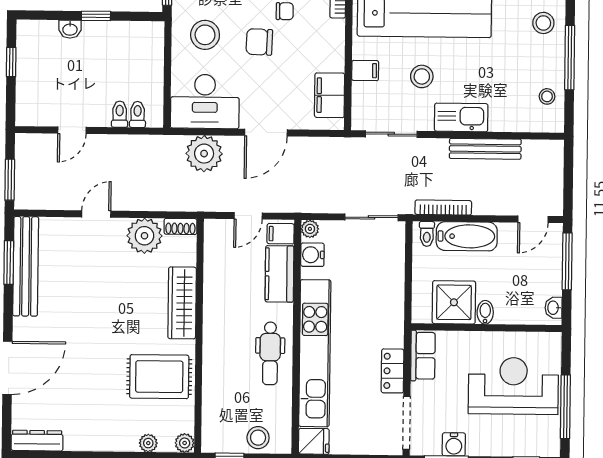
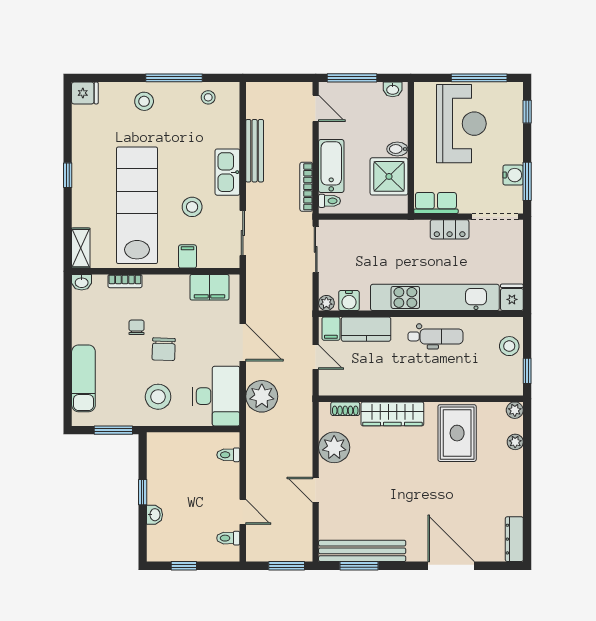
toilet: (120, 114) -> (228, 538), moved
shoe rack: (180, 226) -> (345, 409), moved, turned 90
reception desk: (513, 386) -> (461, 124), turned 180

